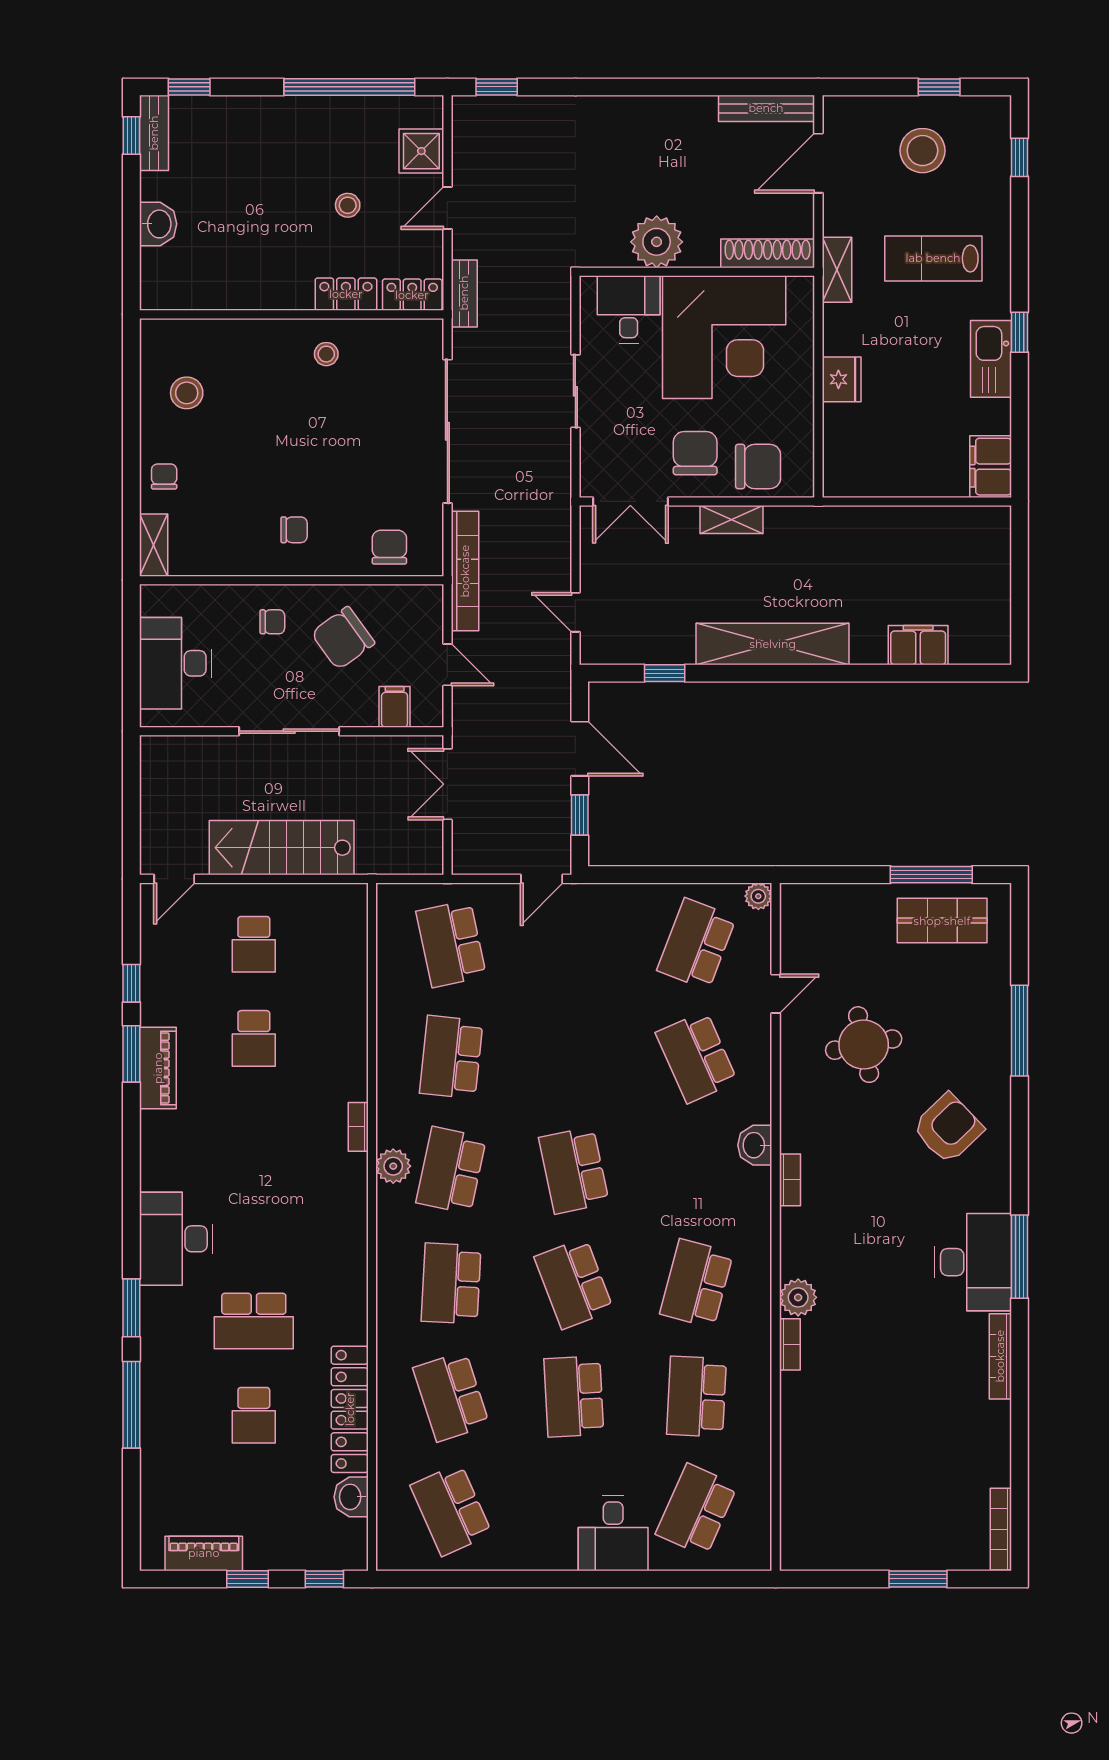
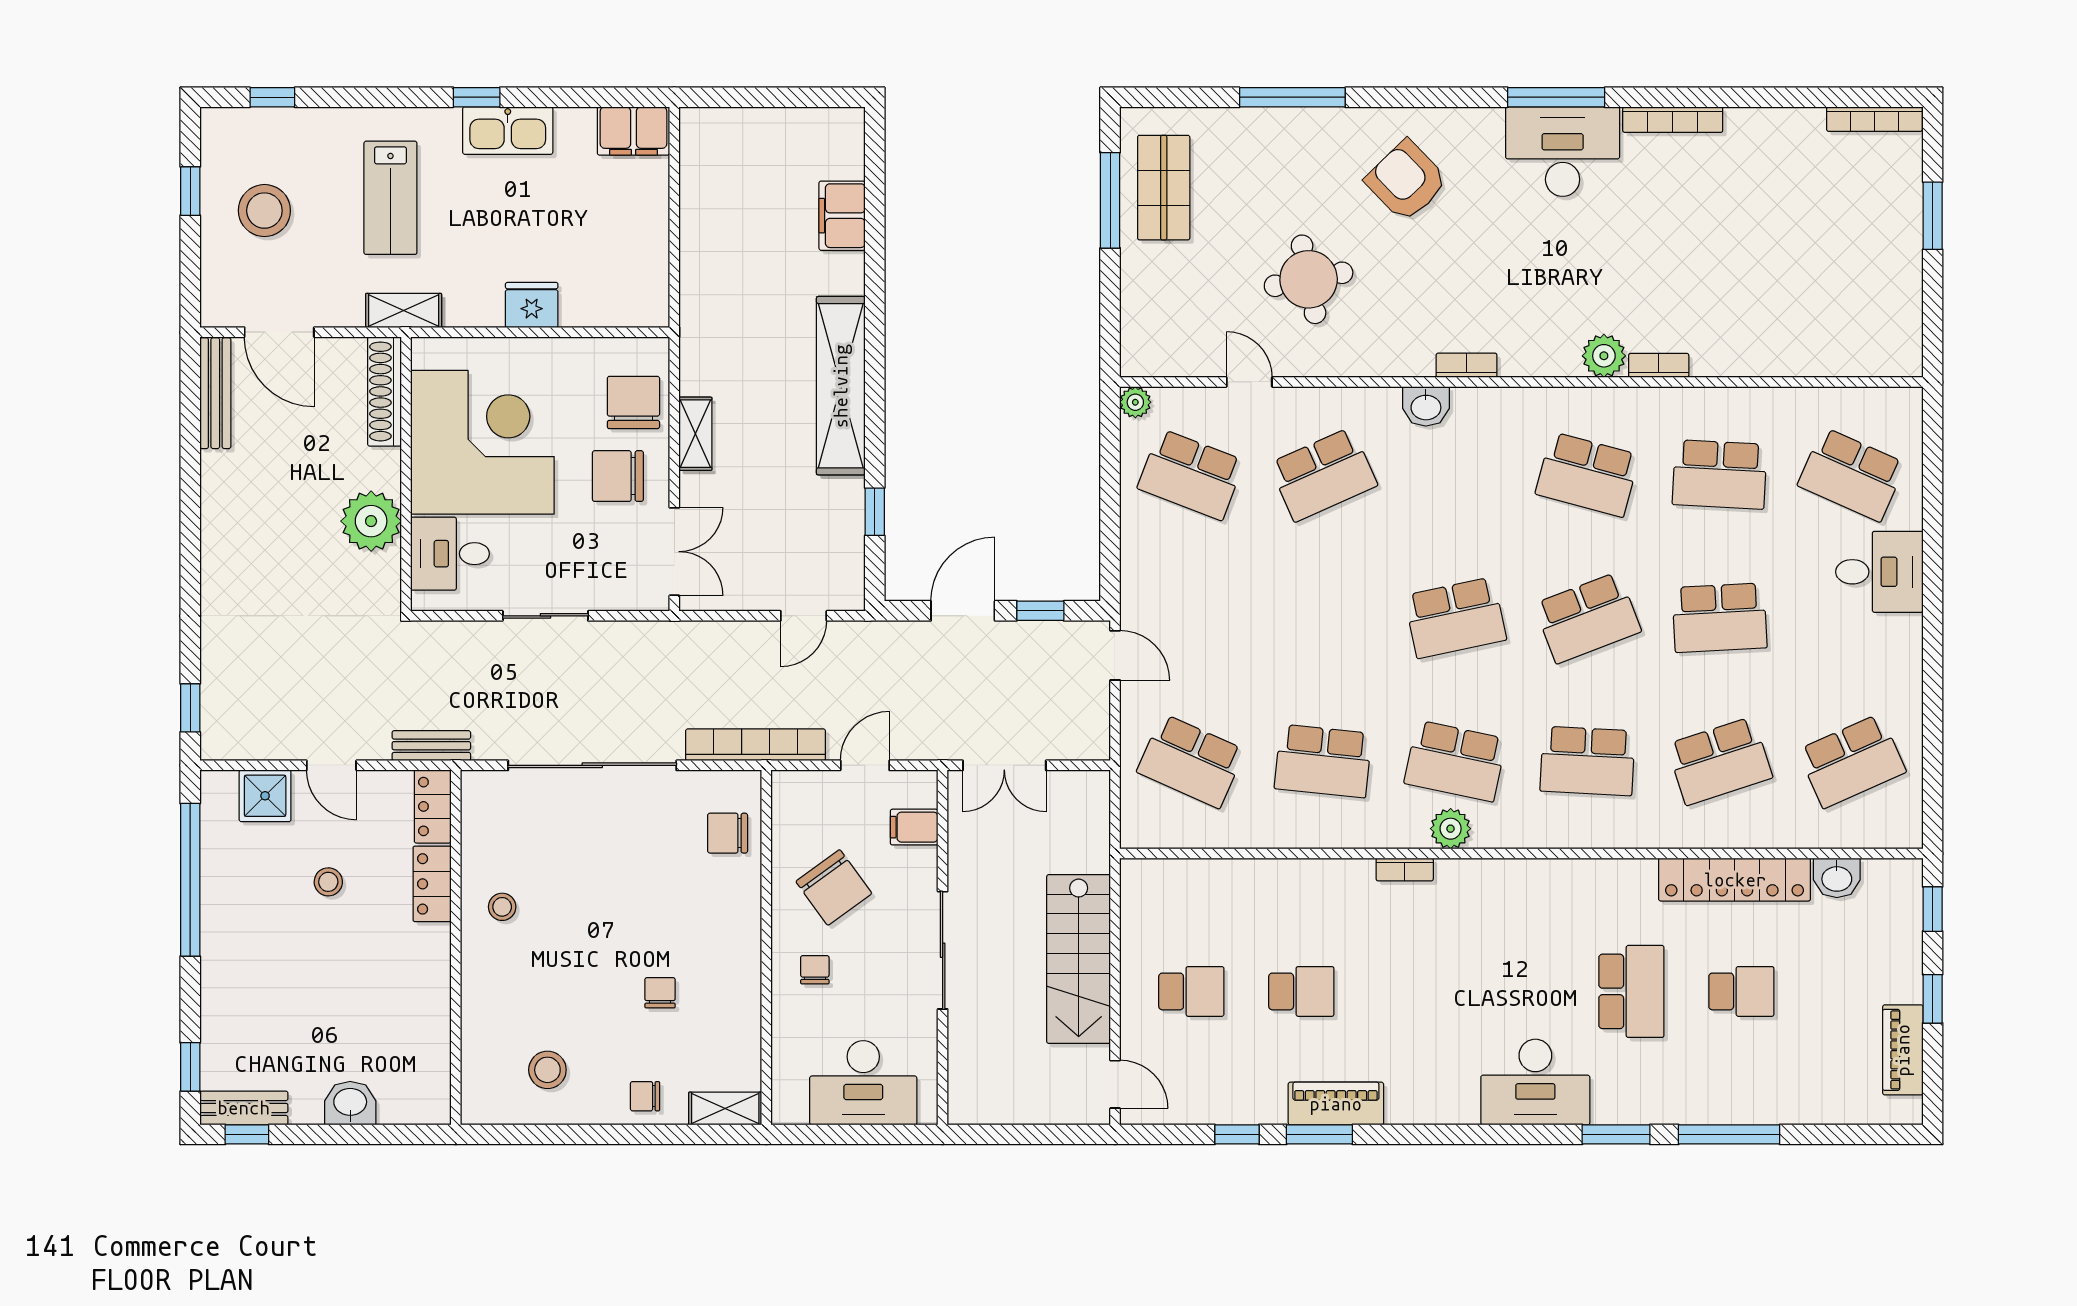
chair: (294, 530) -> (660, 993), moved
school desk: (451, 944) -> (1191, 761), turned 36

